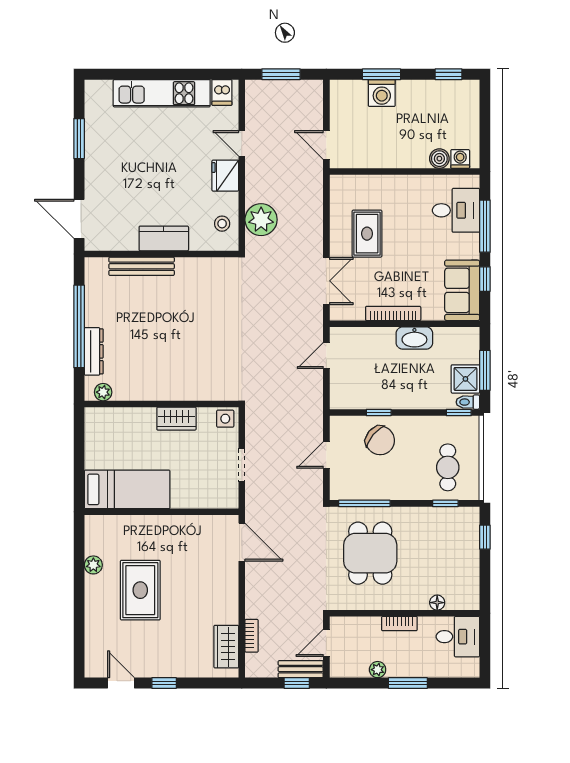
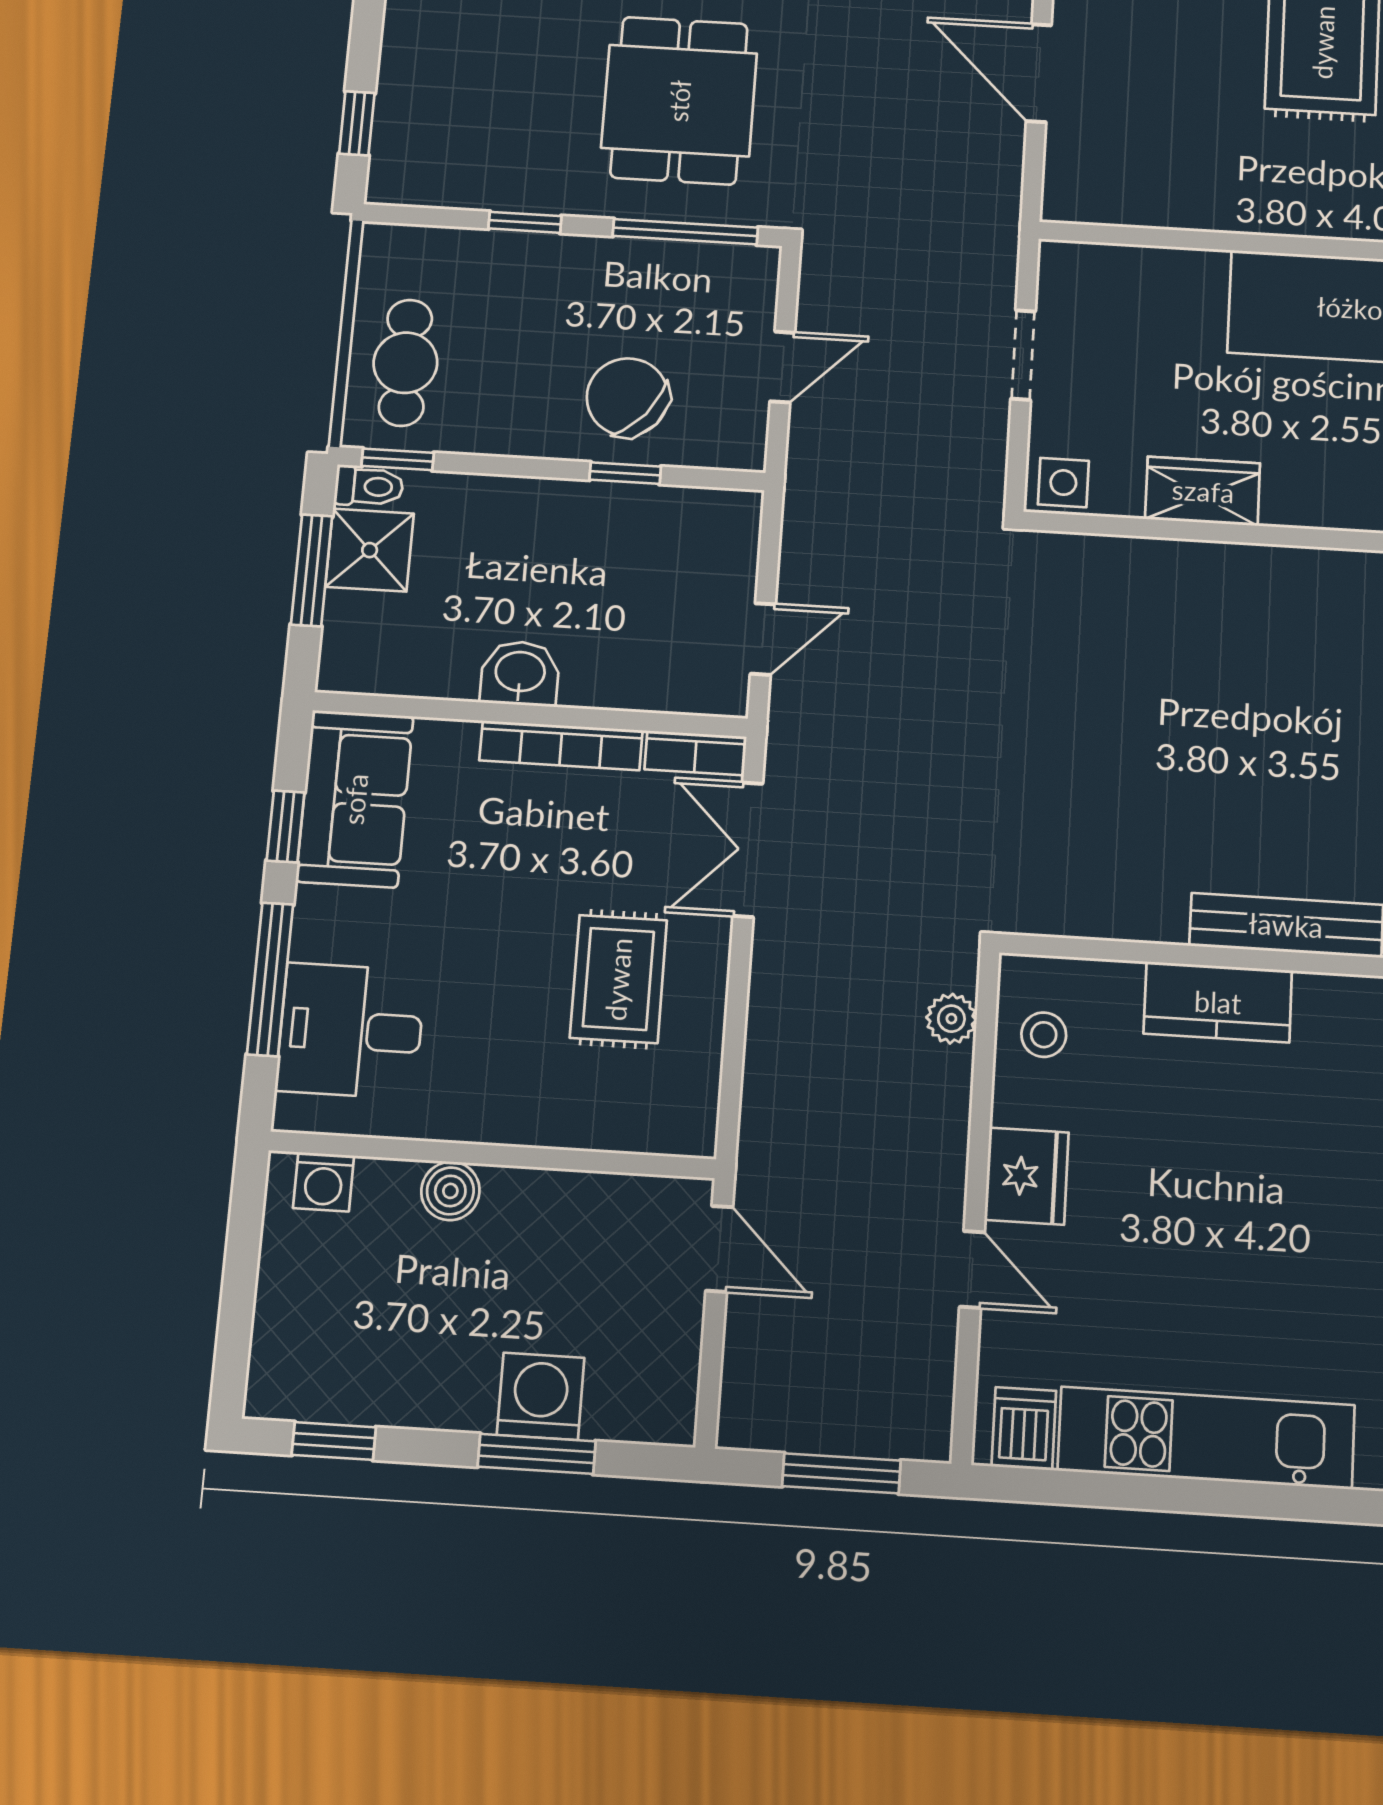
boiler: (439, 159) -> (450, 1191), moved
plant: (261, 220) -> (951, 1019), width x0.53, depth x0.53
bookcase: (347, 314) -> (696, 753), added
washbasin: (414, 338) -> (520, 673), width x0.72
cafe table: (448, 467) -> (405, 363), moved
window: (445, 503) -> (525, 222), moved
door: (242, 542) -> (1039, 73), moved

